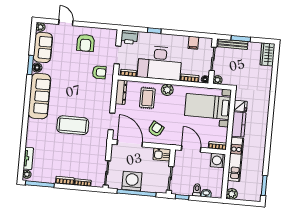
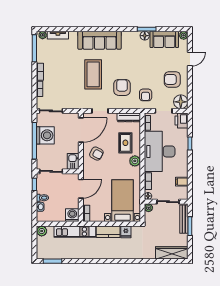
floor lamp: (110, 36) -> (181, 102), added
wardrobe: (267, 54) -> (172, 253), width x1.50
sofa: (39, 96) -> (100, 40), moved
armchair: (89, 96) -> (122, 87), added
rug: (147, 98) -> (125, 143), turned 90

